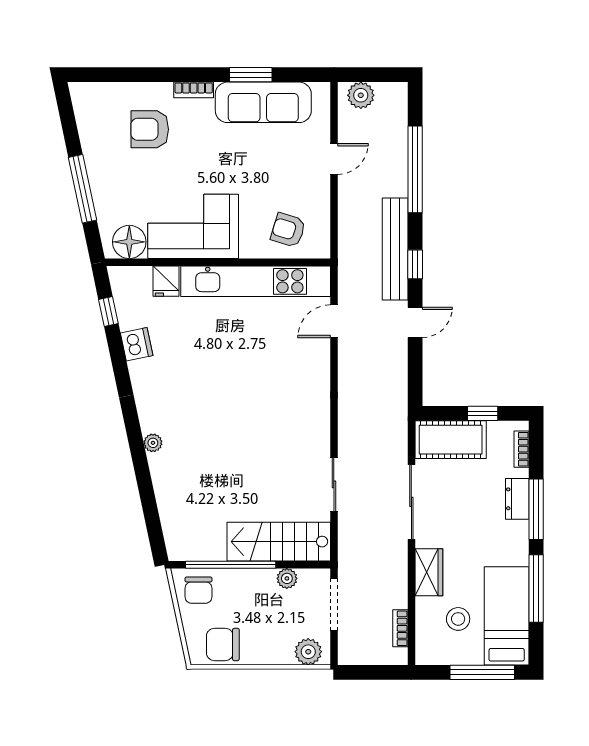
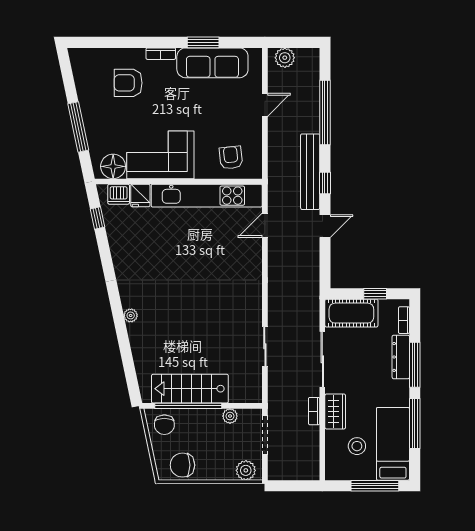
armchair: (288, 230) -> (231, 158), turned 67
dishwasher: (137, 344) -> (119, 194), moved, turned 102
dresser: (517, 499) -> (401, 357), width x1.44
stairs: (279, 542) -> (190, 389), moved
bookcase: (400, 628) -> (314, 411), moved

